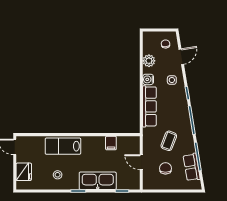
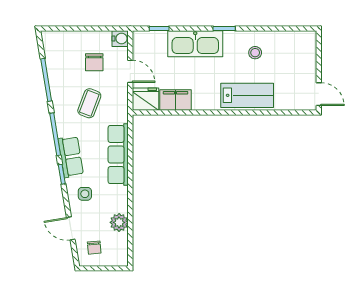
door: (181, 57) -> (71, 228), hinge flipped
water cooler: (148, 79) -> (120, 39), moved
filing cabinet: (111, 143) -> (176, 100), width x2.00
row of seats: (192, 167) -> (71, 157), moved
fridge: (24, 172) -> (145, 99), moved, turned 90

